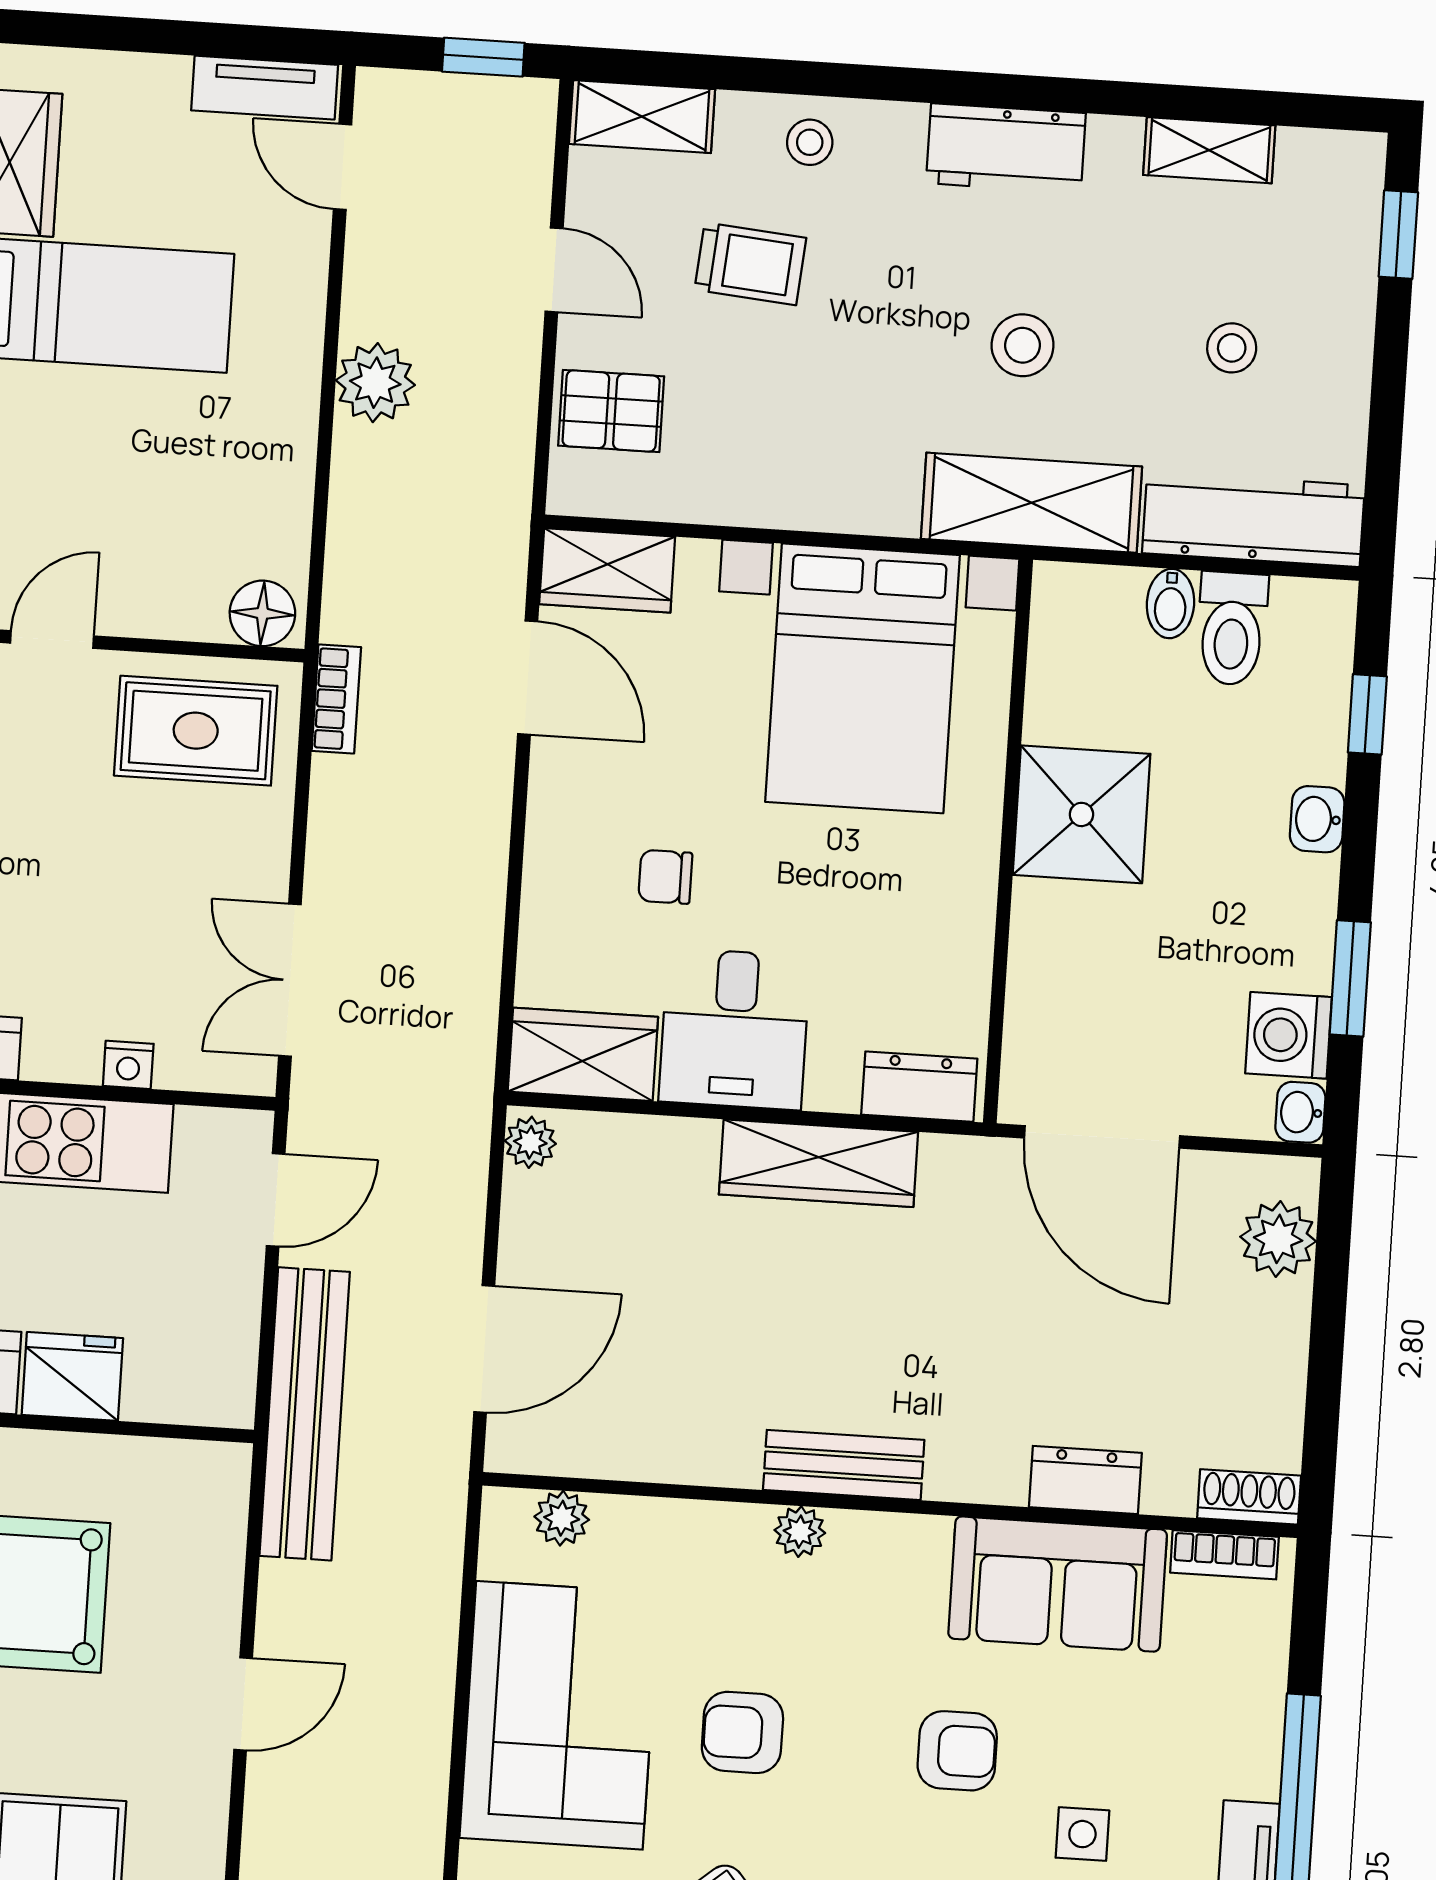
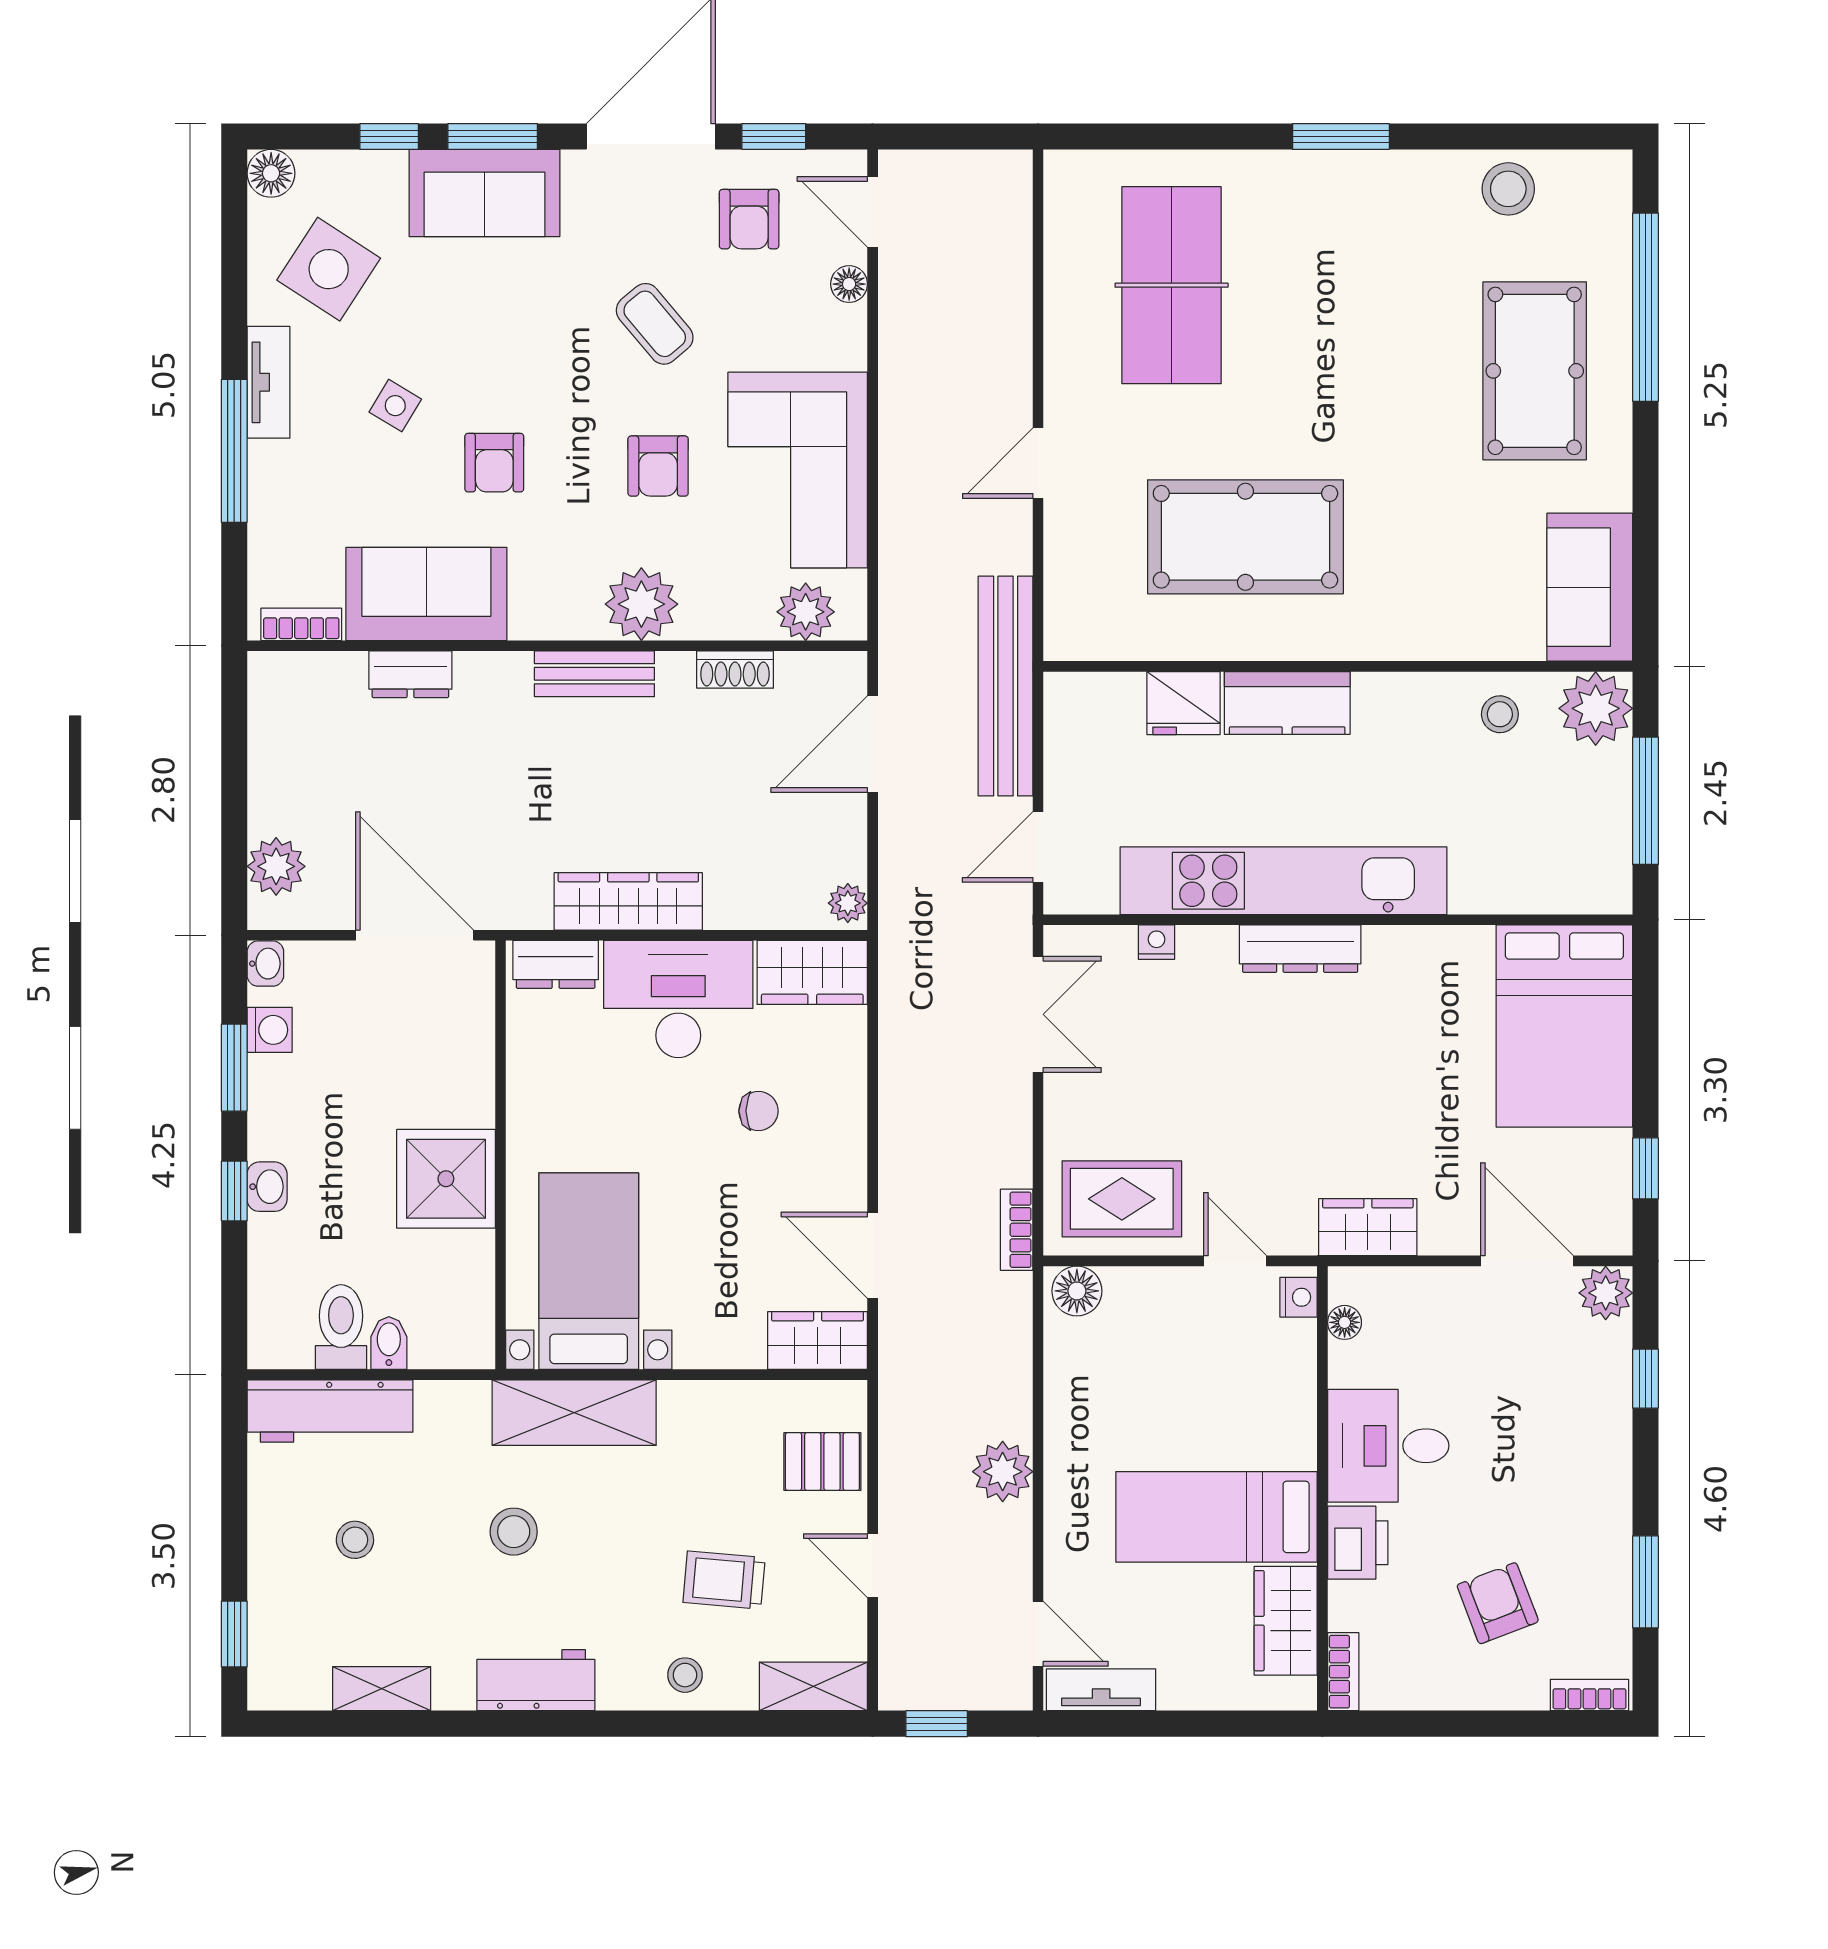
shelving: (1031, 503) -> (574, 1413), moved
door: (52, 639) -> (1235, 1261), swing flipped
bed with nightstands: (863, 678) -> (589, 1271), width x0.73
window: (1367, 714) -> (234, 1191), moved
desk: (735, 1029) -> (678, 999), width x1.37
washing machine: (1289, 1035) -> (270, 1030), width x0.73, depth x0.73
shoe rack: (1249, 1497) -> (735, 670), moved
plant: (562, 1518) -> (806, 612), width x1.38, depth x1.38
plant: (800, 1532) -> (641, 604), width x1.87, depth x1.87
armchair: (742, 1732) -> (658, 466), turned 90
armchair: (957, 1751) -> (494, 463), turned -90
side table: (1082, 1834) -> (395, 406), turned 31

